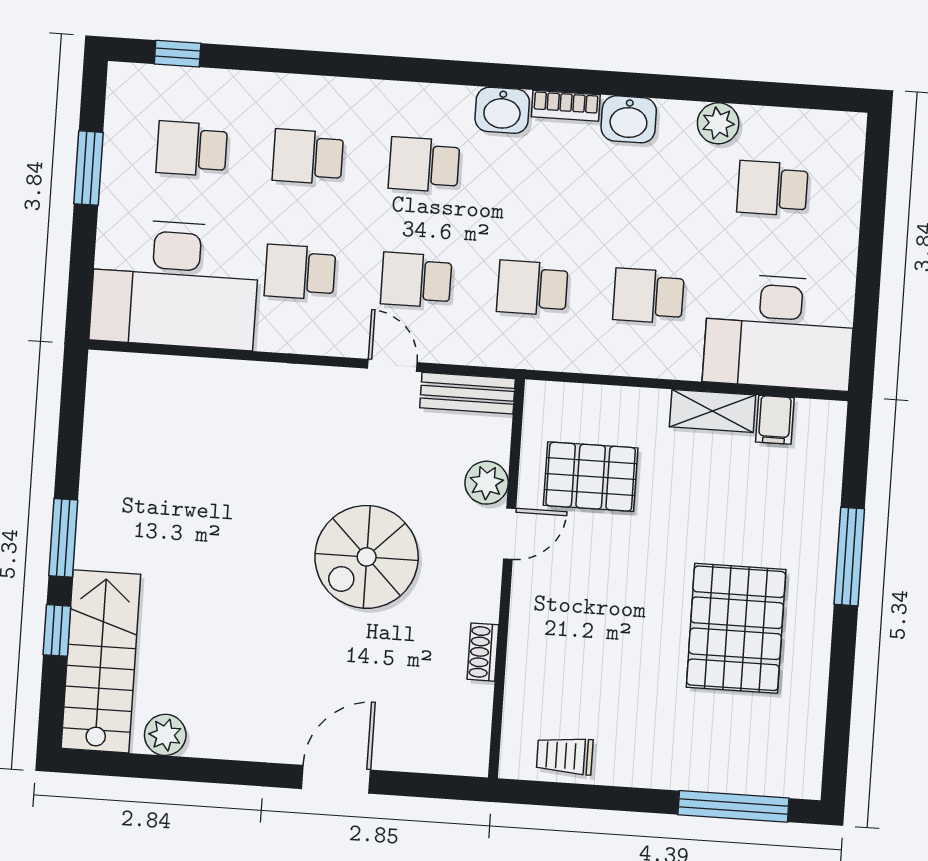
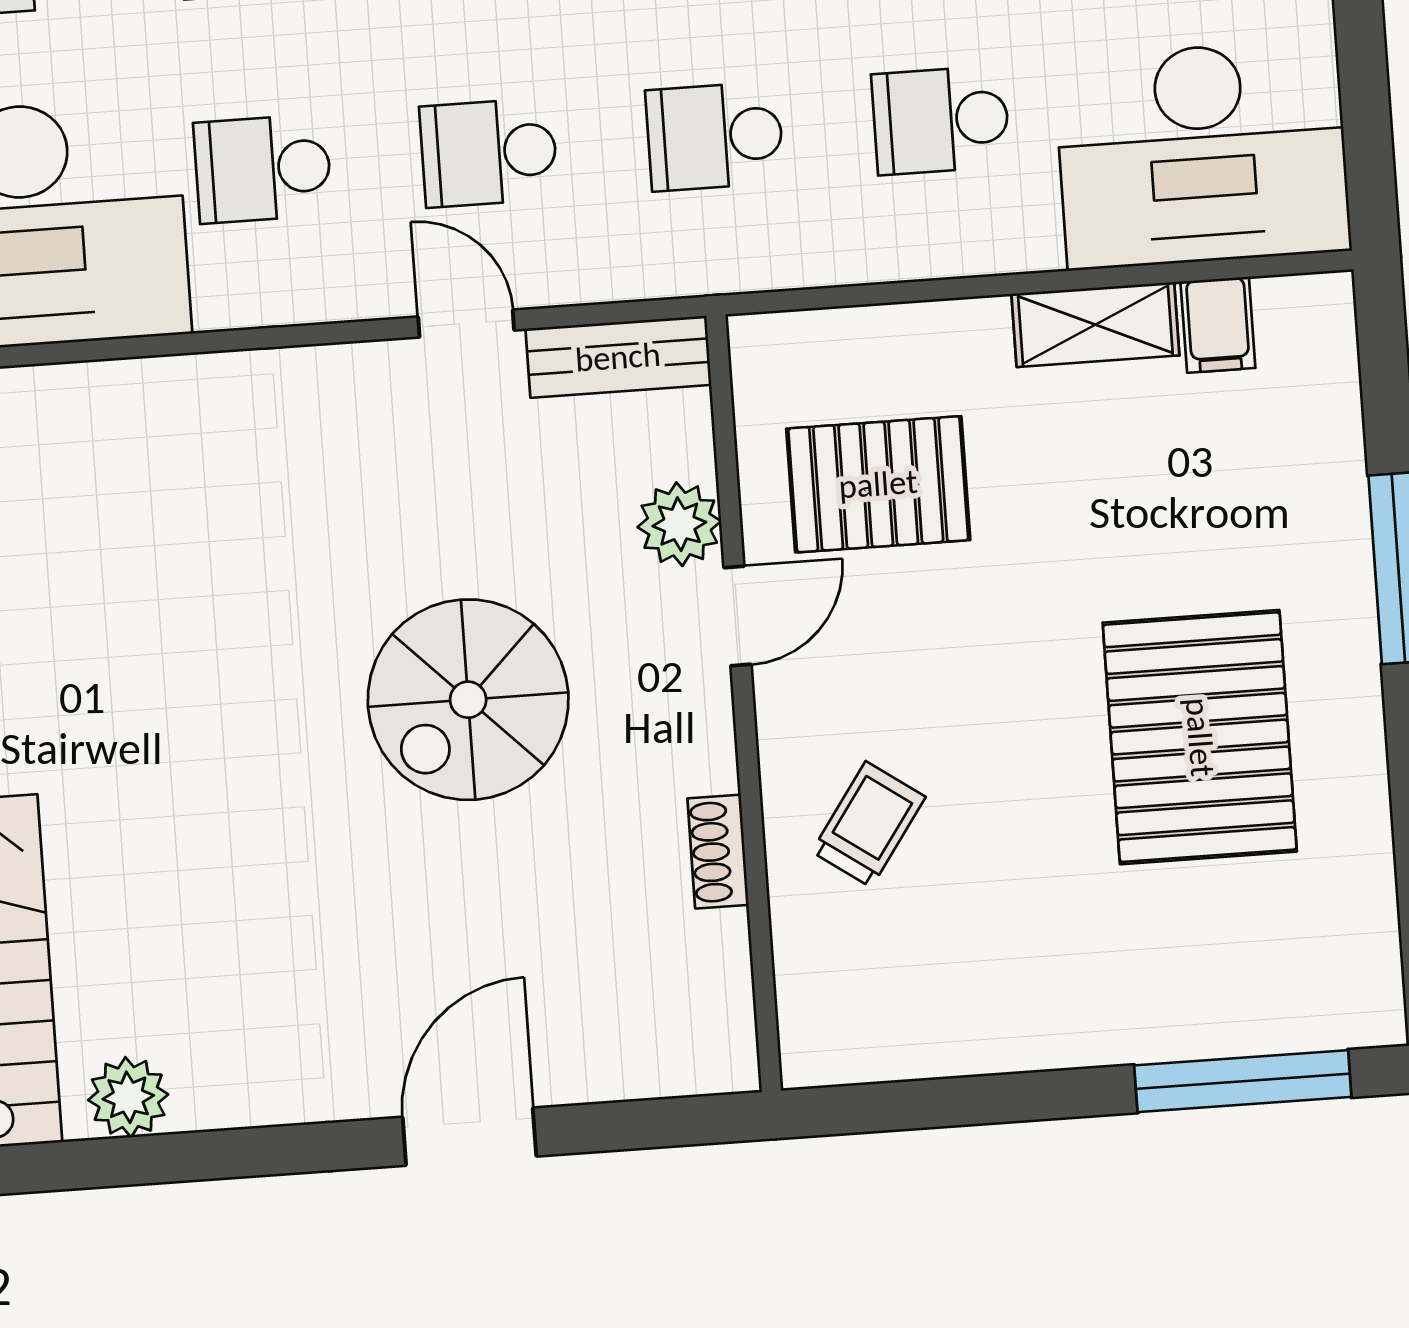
trolley: (565, 756) -> (869, 824), moved, turned 125

